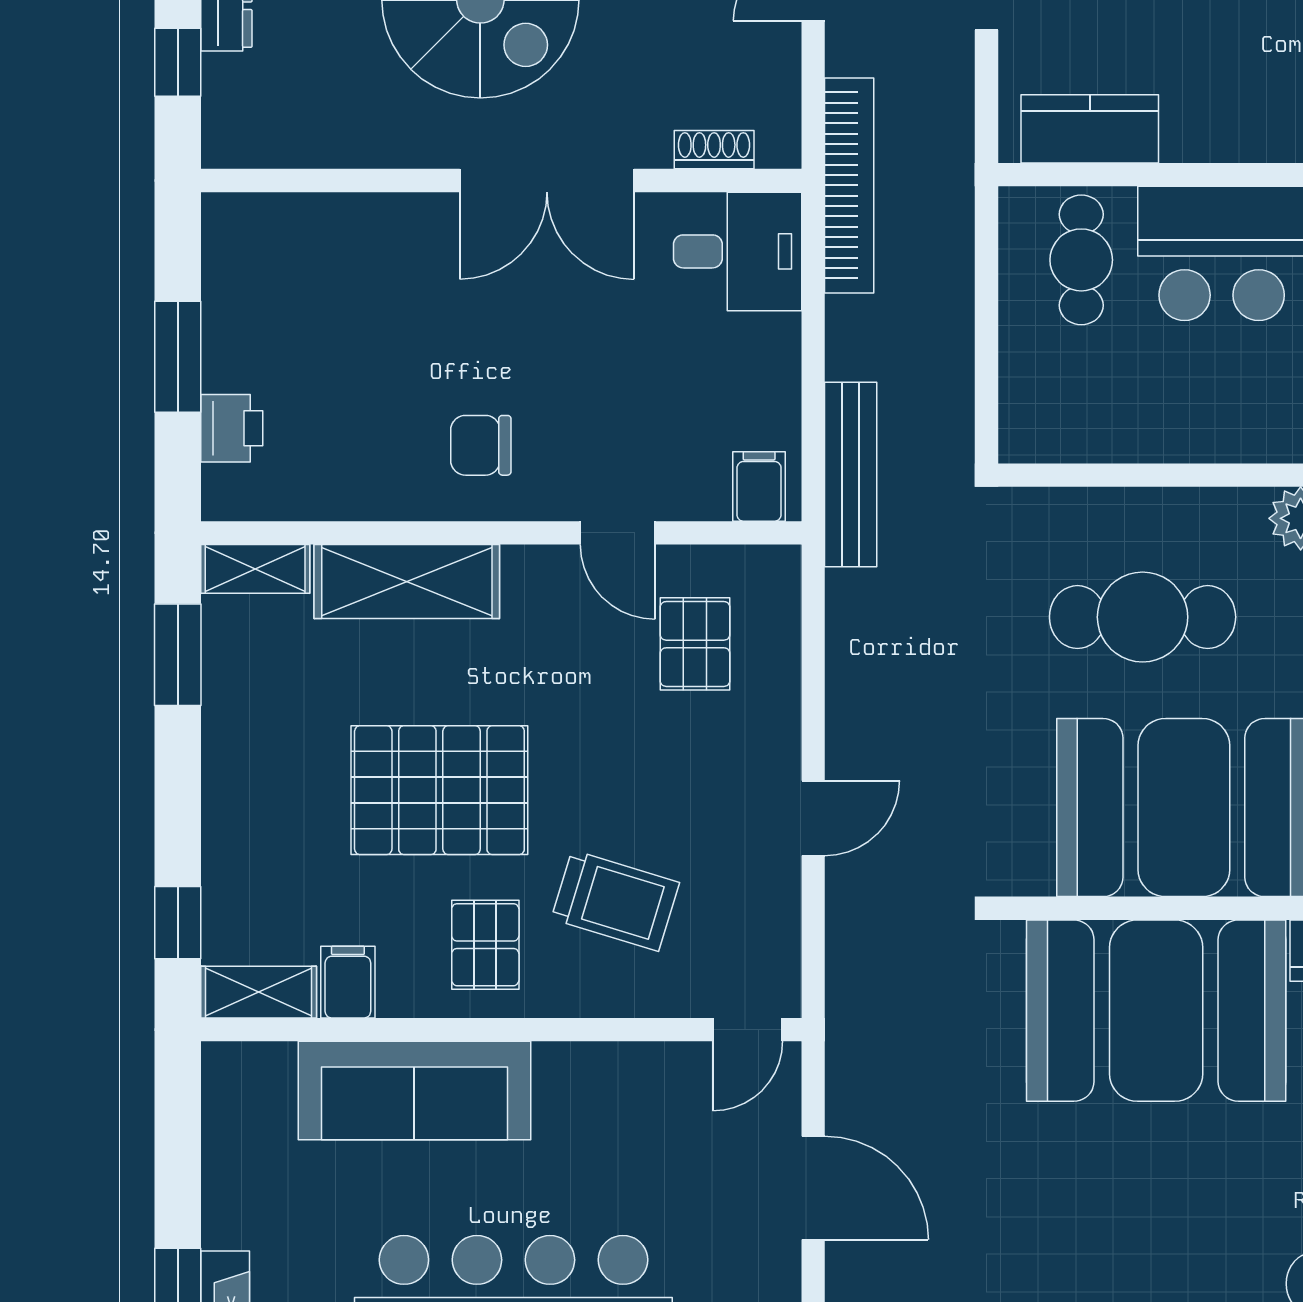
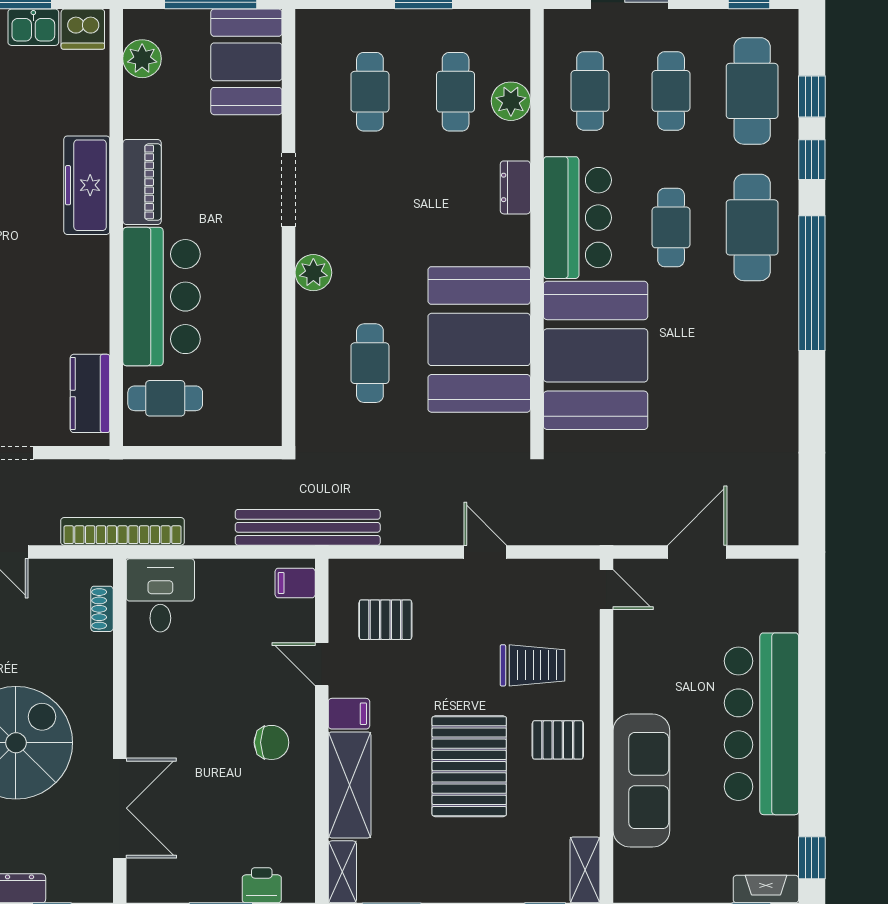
double door: (547, 180) -> (120, 808), moved
chair: (481, 445) -> (271, 742), turned -90
bench: (851, 475) -> (308, 527), width x1.37, depth x1.21
door: (618, 533) -> (322, 664), swing flipped
cafe table: (1143, 617) -> (370, 363), width x0.73, depth x0.74
trolley: (615, 901) -> (533, 665), turned 73
filing cabinet: (348, 982) -> (349, 714), moved, turned 180

